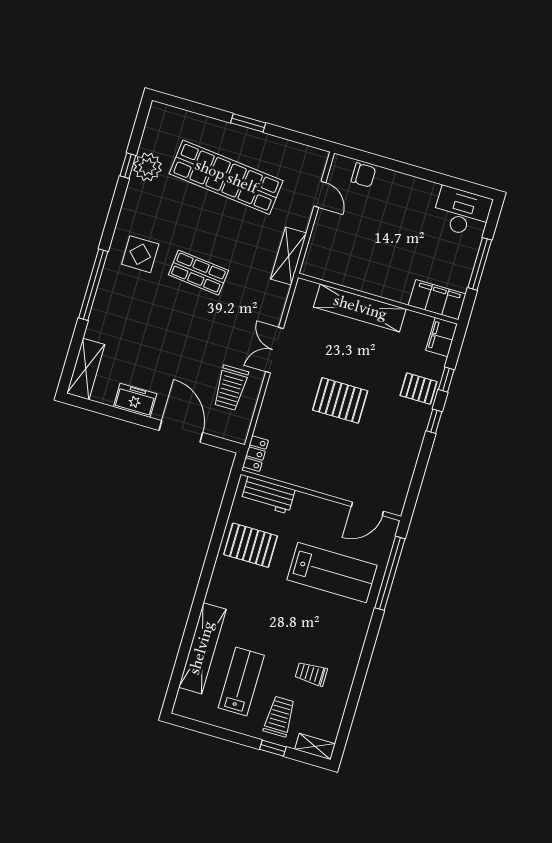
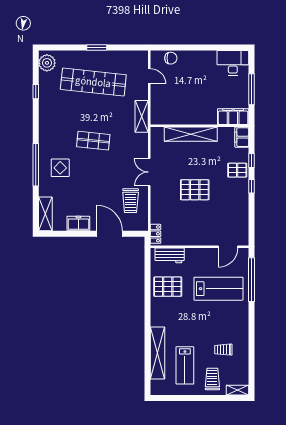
plant: (147, 167) -> (47, 63), moved
display table: (140, 254) -> (60, 168), moved
lab bench: (241, 681) -> (185, 365), turned 180
window: (273, 748) -> (214, 398), removed

